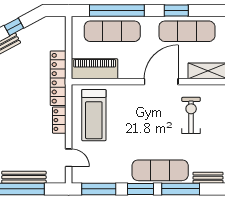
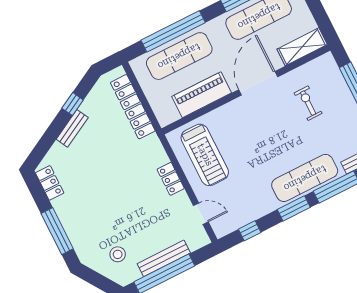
piano: (95, 69) -> (202, 95), moved
locker: (58, 78) -> (133, 107), moved
exercise bike: (191, 115) -> (308, 103), width x0.73, depth x0.72
window: (99, 189) -> (250, 231), width x0.46

